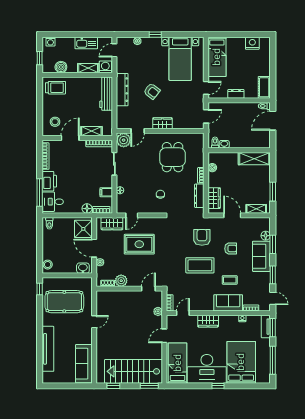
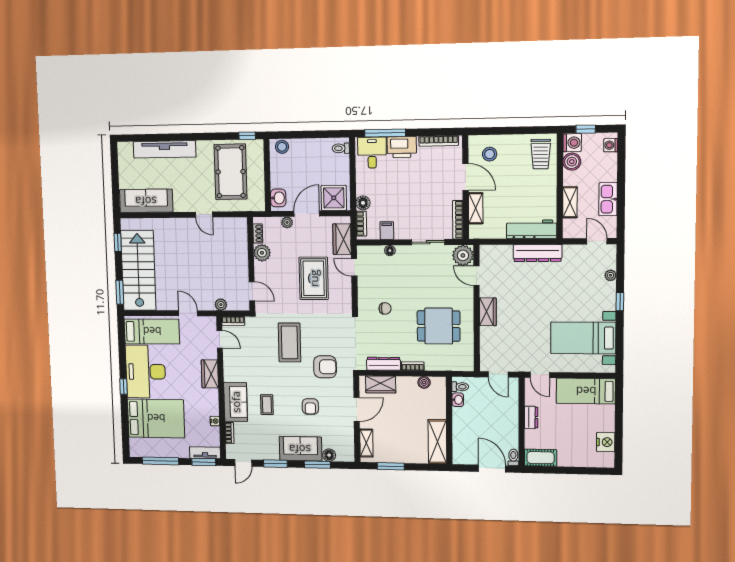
washing machine: (105, 67) -> (572, 143), moved
armchair: (152, 91) -> (535, 296), removed
coffee table: (200, 265) -> (289, 342), moved

